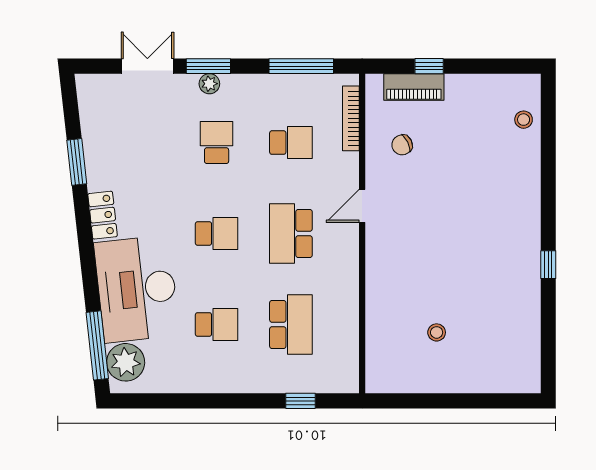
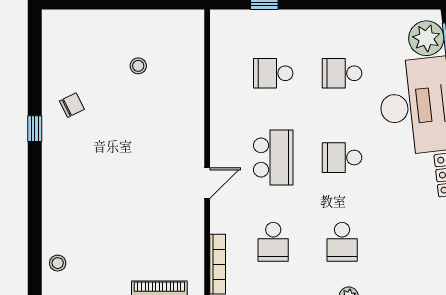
school desk: (291, 143) -> (273, 242), turned -90
chair: (402, 145) -> (72, 105), moved
school desk: (291, 324) -> (273, 73), width x0.54

